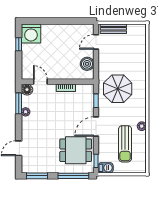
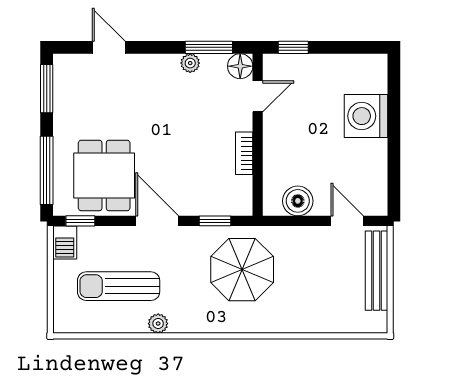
bench: (113, 29) -> (376, 271), width x1.36
washing machine: (31, 33) -> (366, 116), moved
window: (19, 44) -> (293, 47), moved

